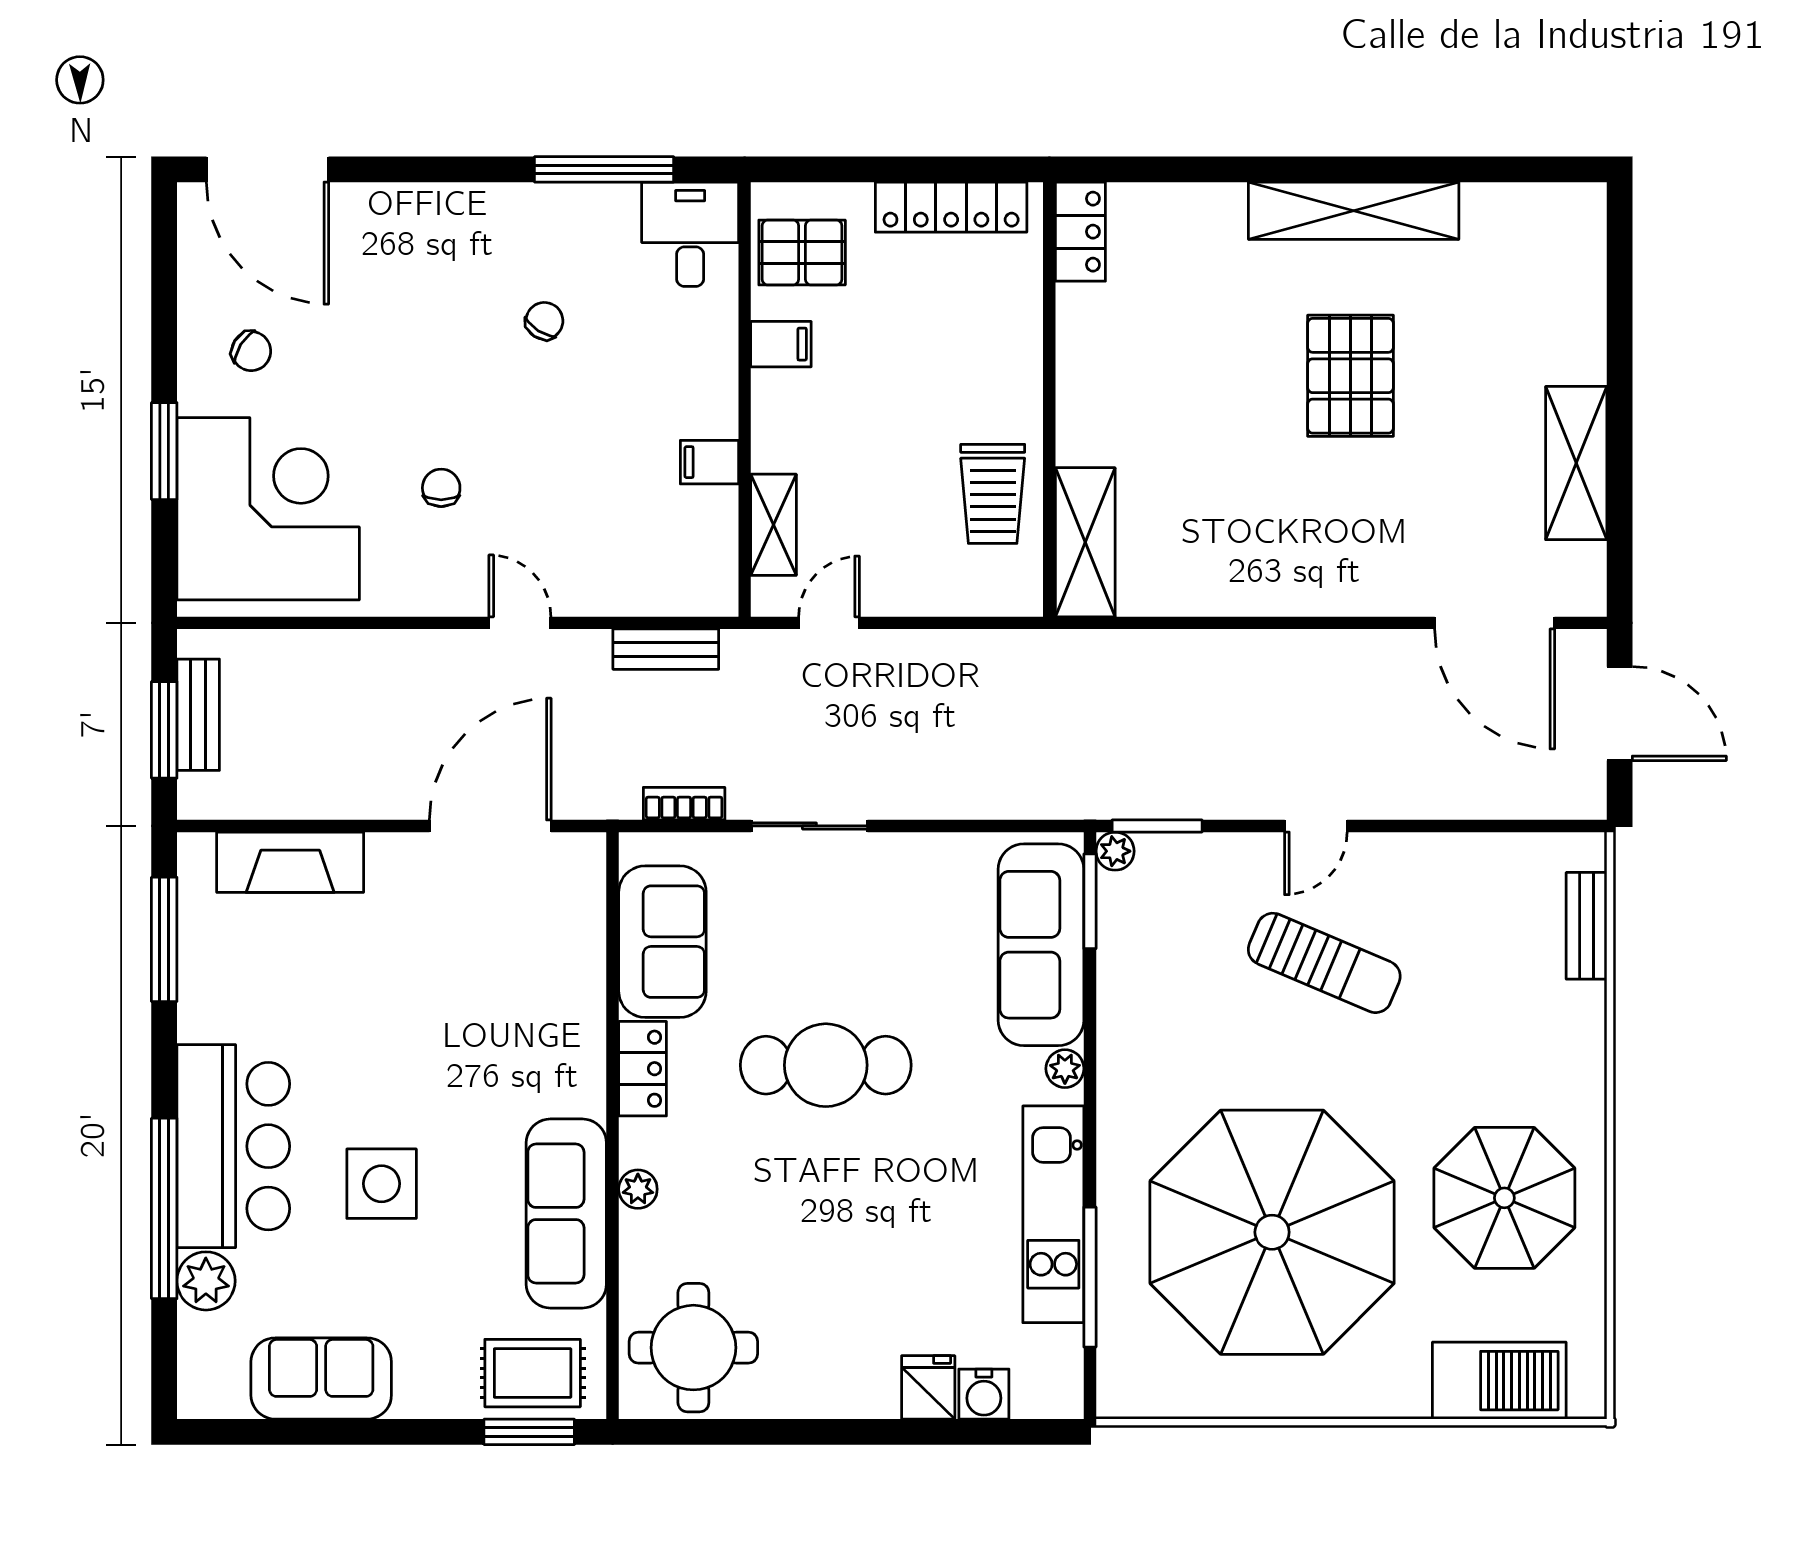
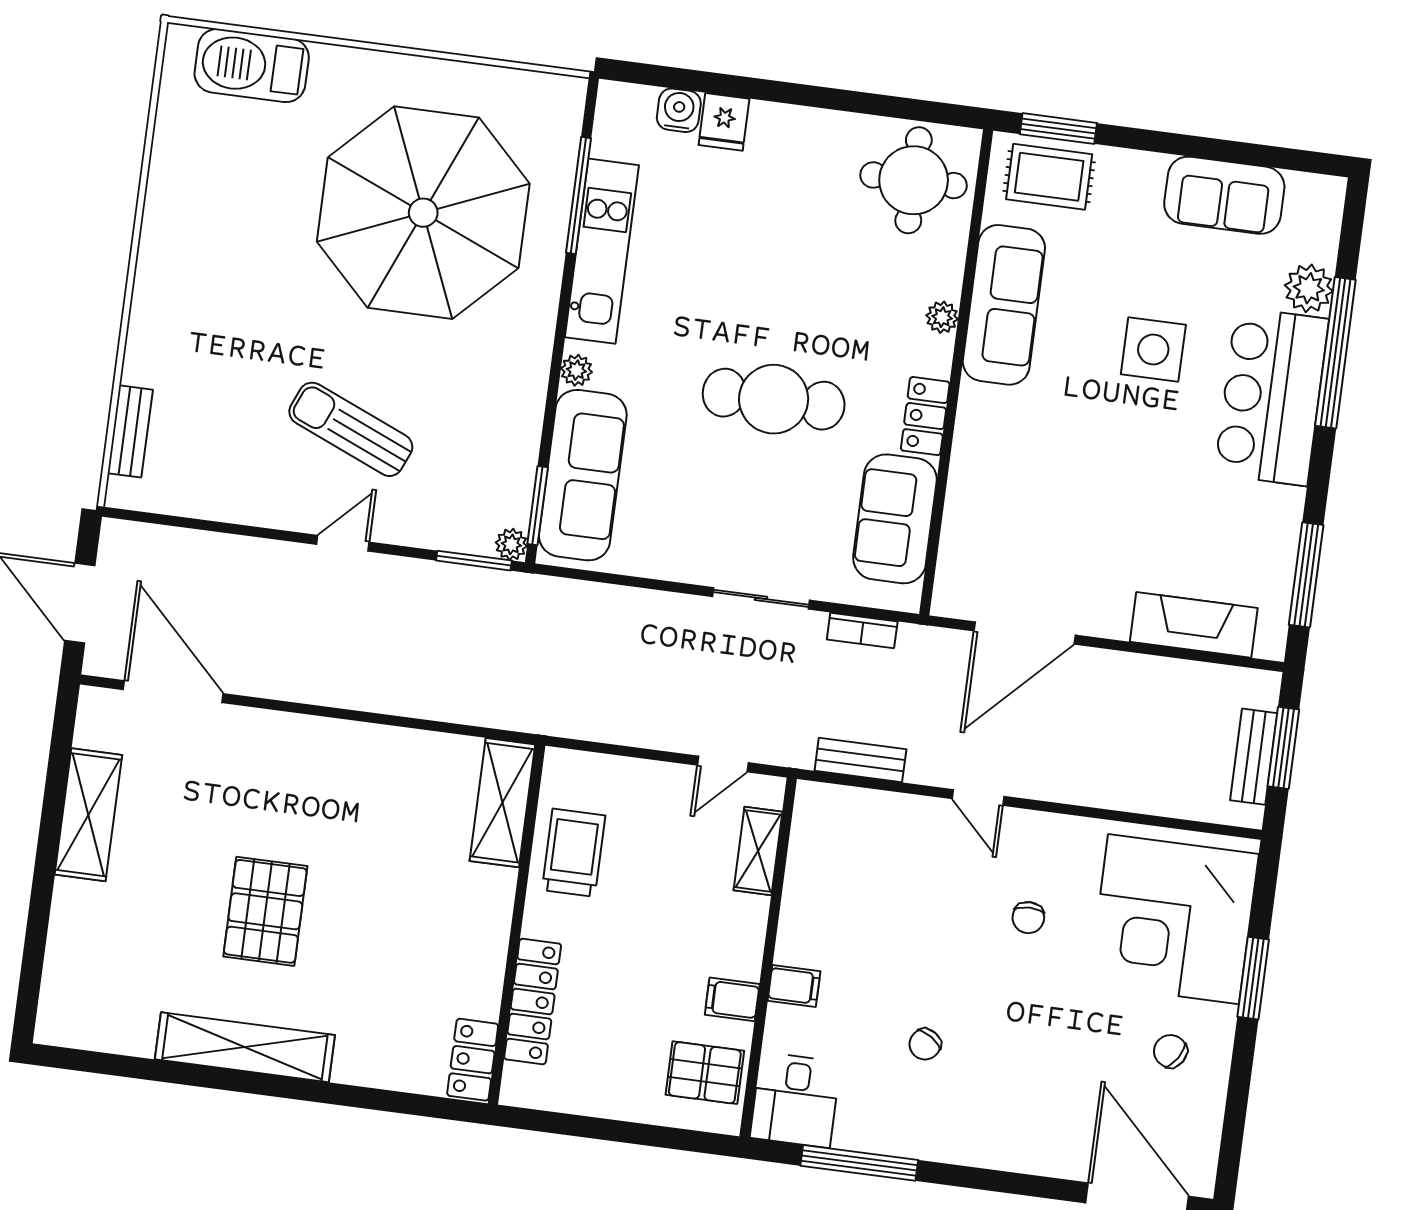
locker: (951, 207) -> (533, 1002), moved, turned 90
filing cabinet: (709, 462) -> (794, 986), moved
parasol: (1504, 1198) -> (228, 216), removed

